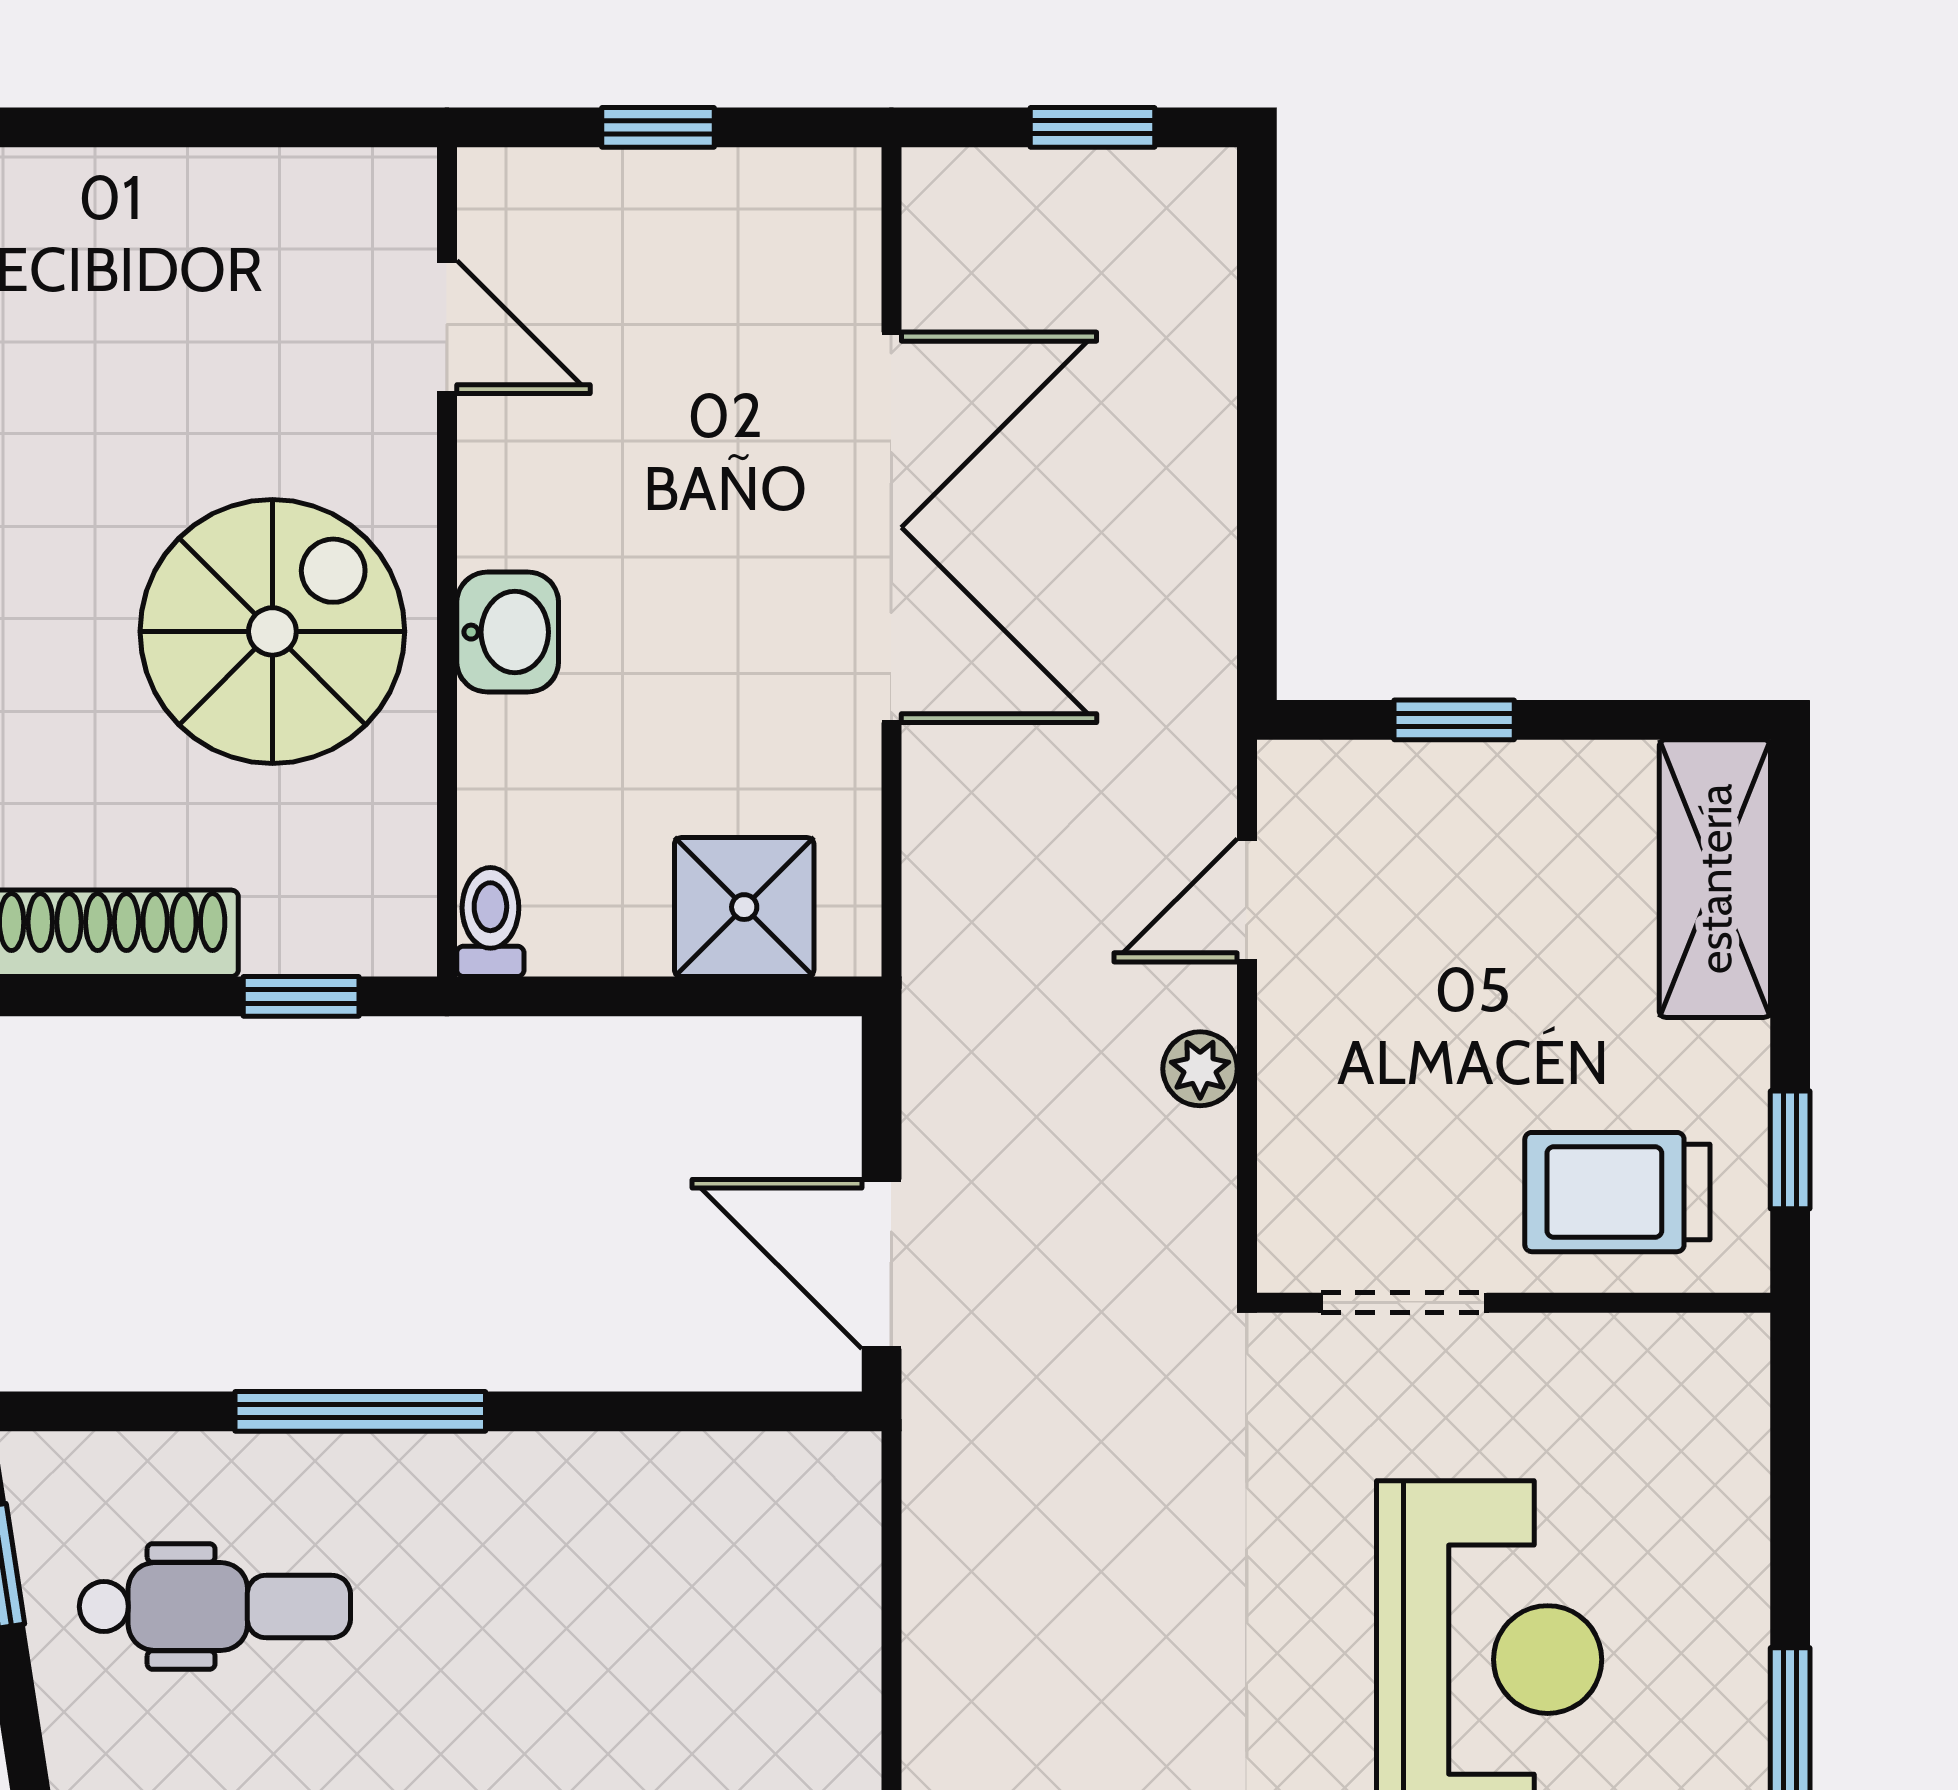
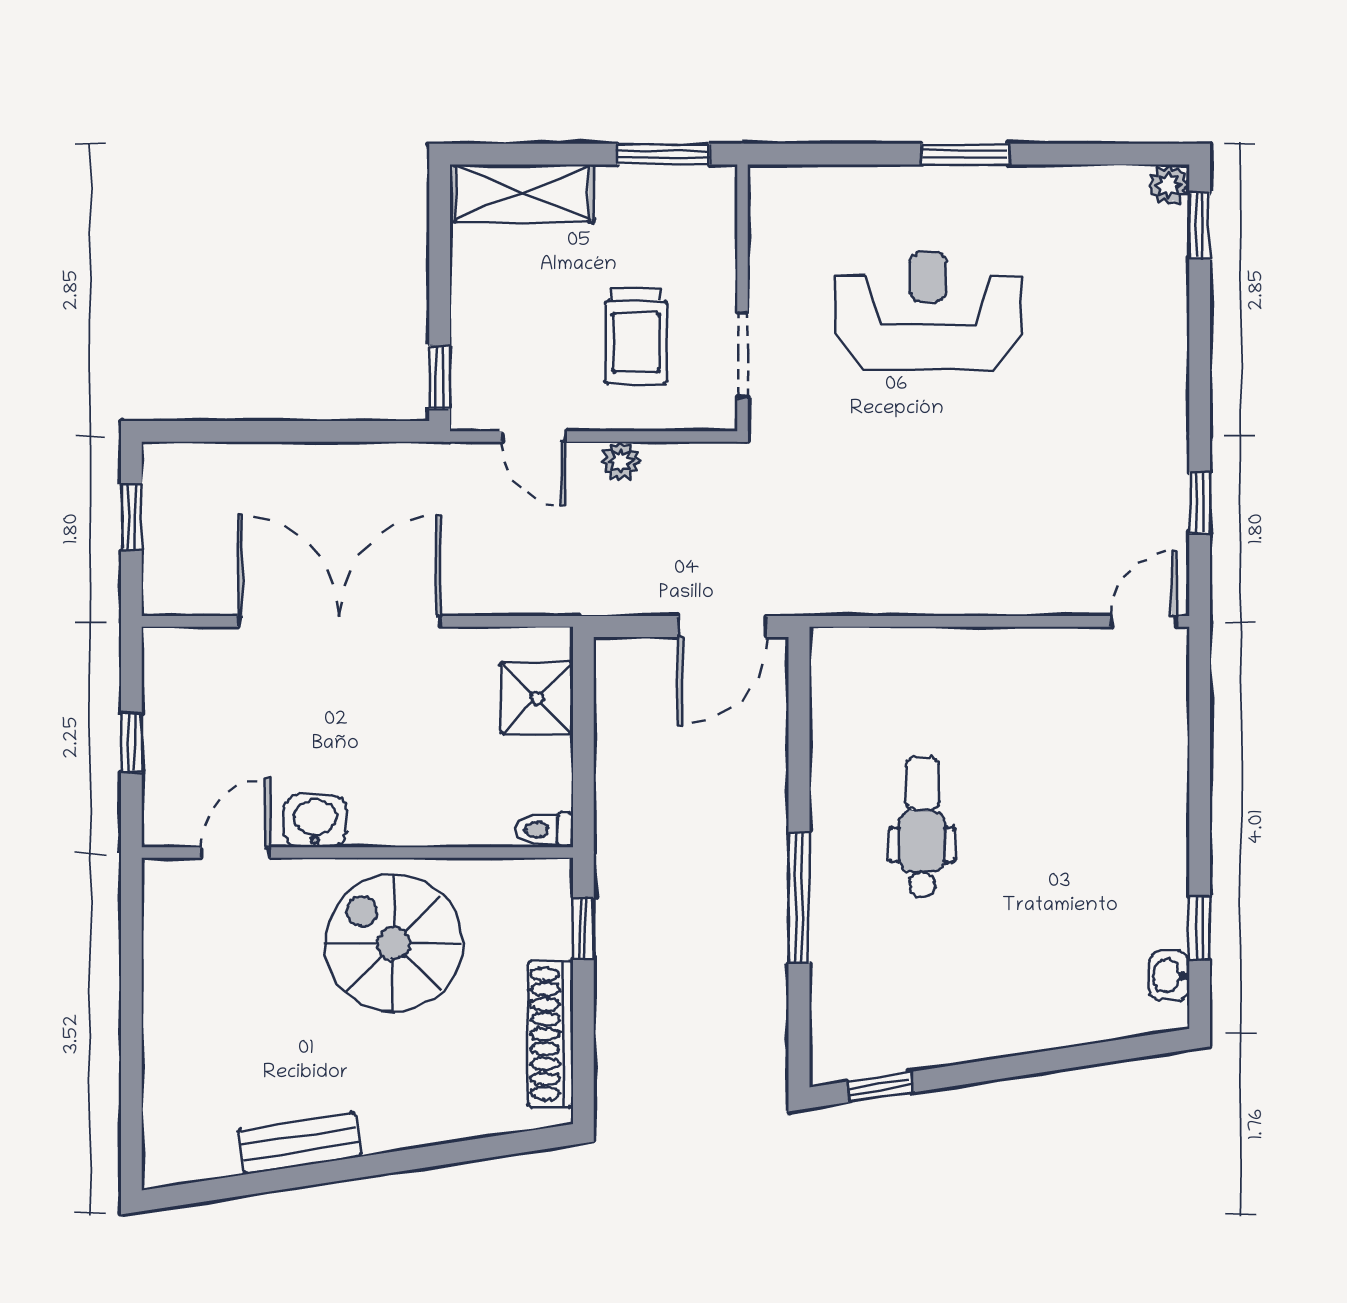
washbasin: (508, 632) -> (315, 821), moved
window: (1454, 720) -> (440, 377), moved
window: (1790, 1150) -> (663, 154), width x1.50
trolley: (1617, 1192) -> (636, 336), moved
dental chair: (215, 1607) -> (922, 827), moved

